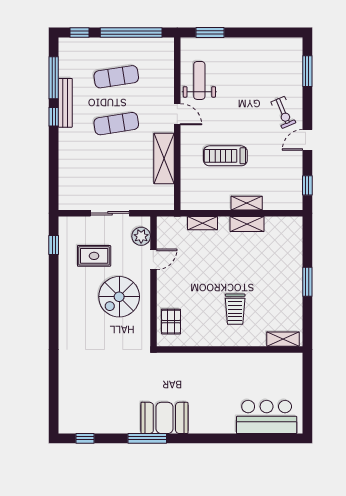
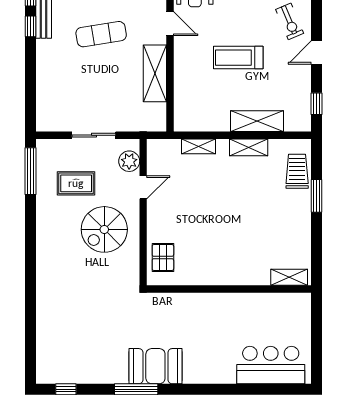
treadmill: (225, 156) -> (238, 58), moved
shelving: (247, 203) -> (257, 121), width x1.50, depth x1.33
window: (54, 245) -> (30, 171), width x2.17
window: (307, 282) -> (317, 196), moved
trolley: (235, 309) -> (297, 171), moved, turned 180

